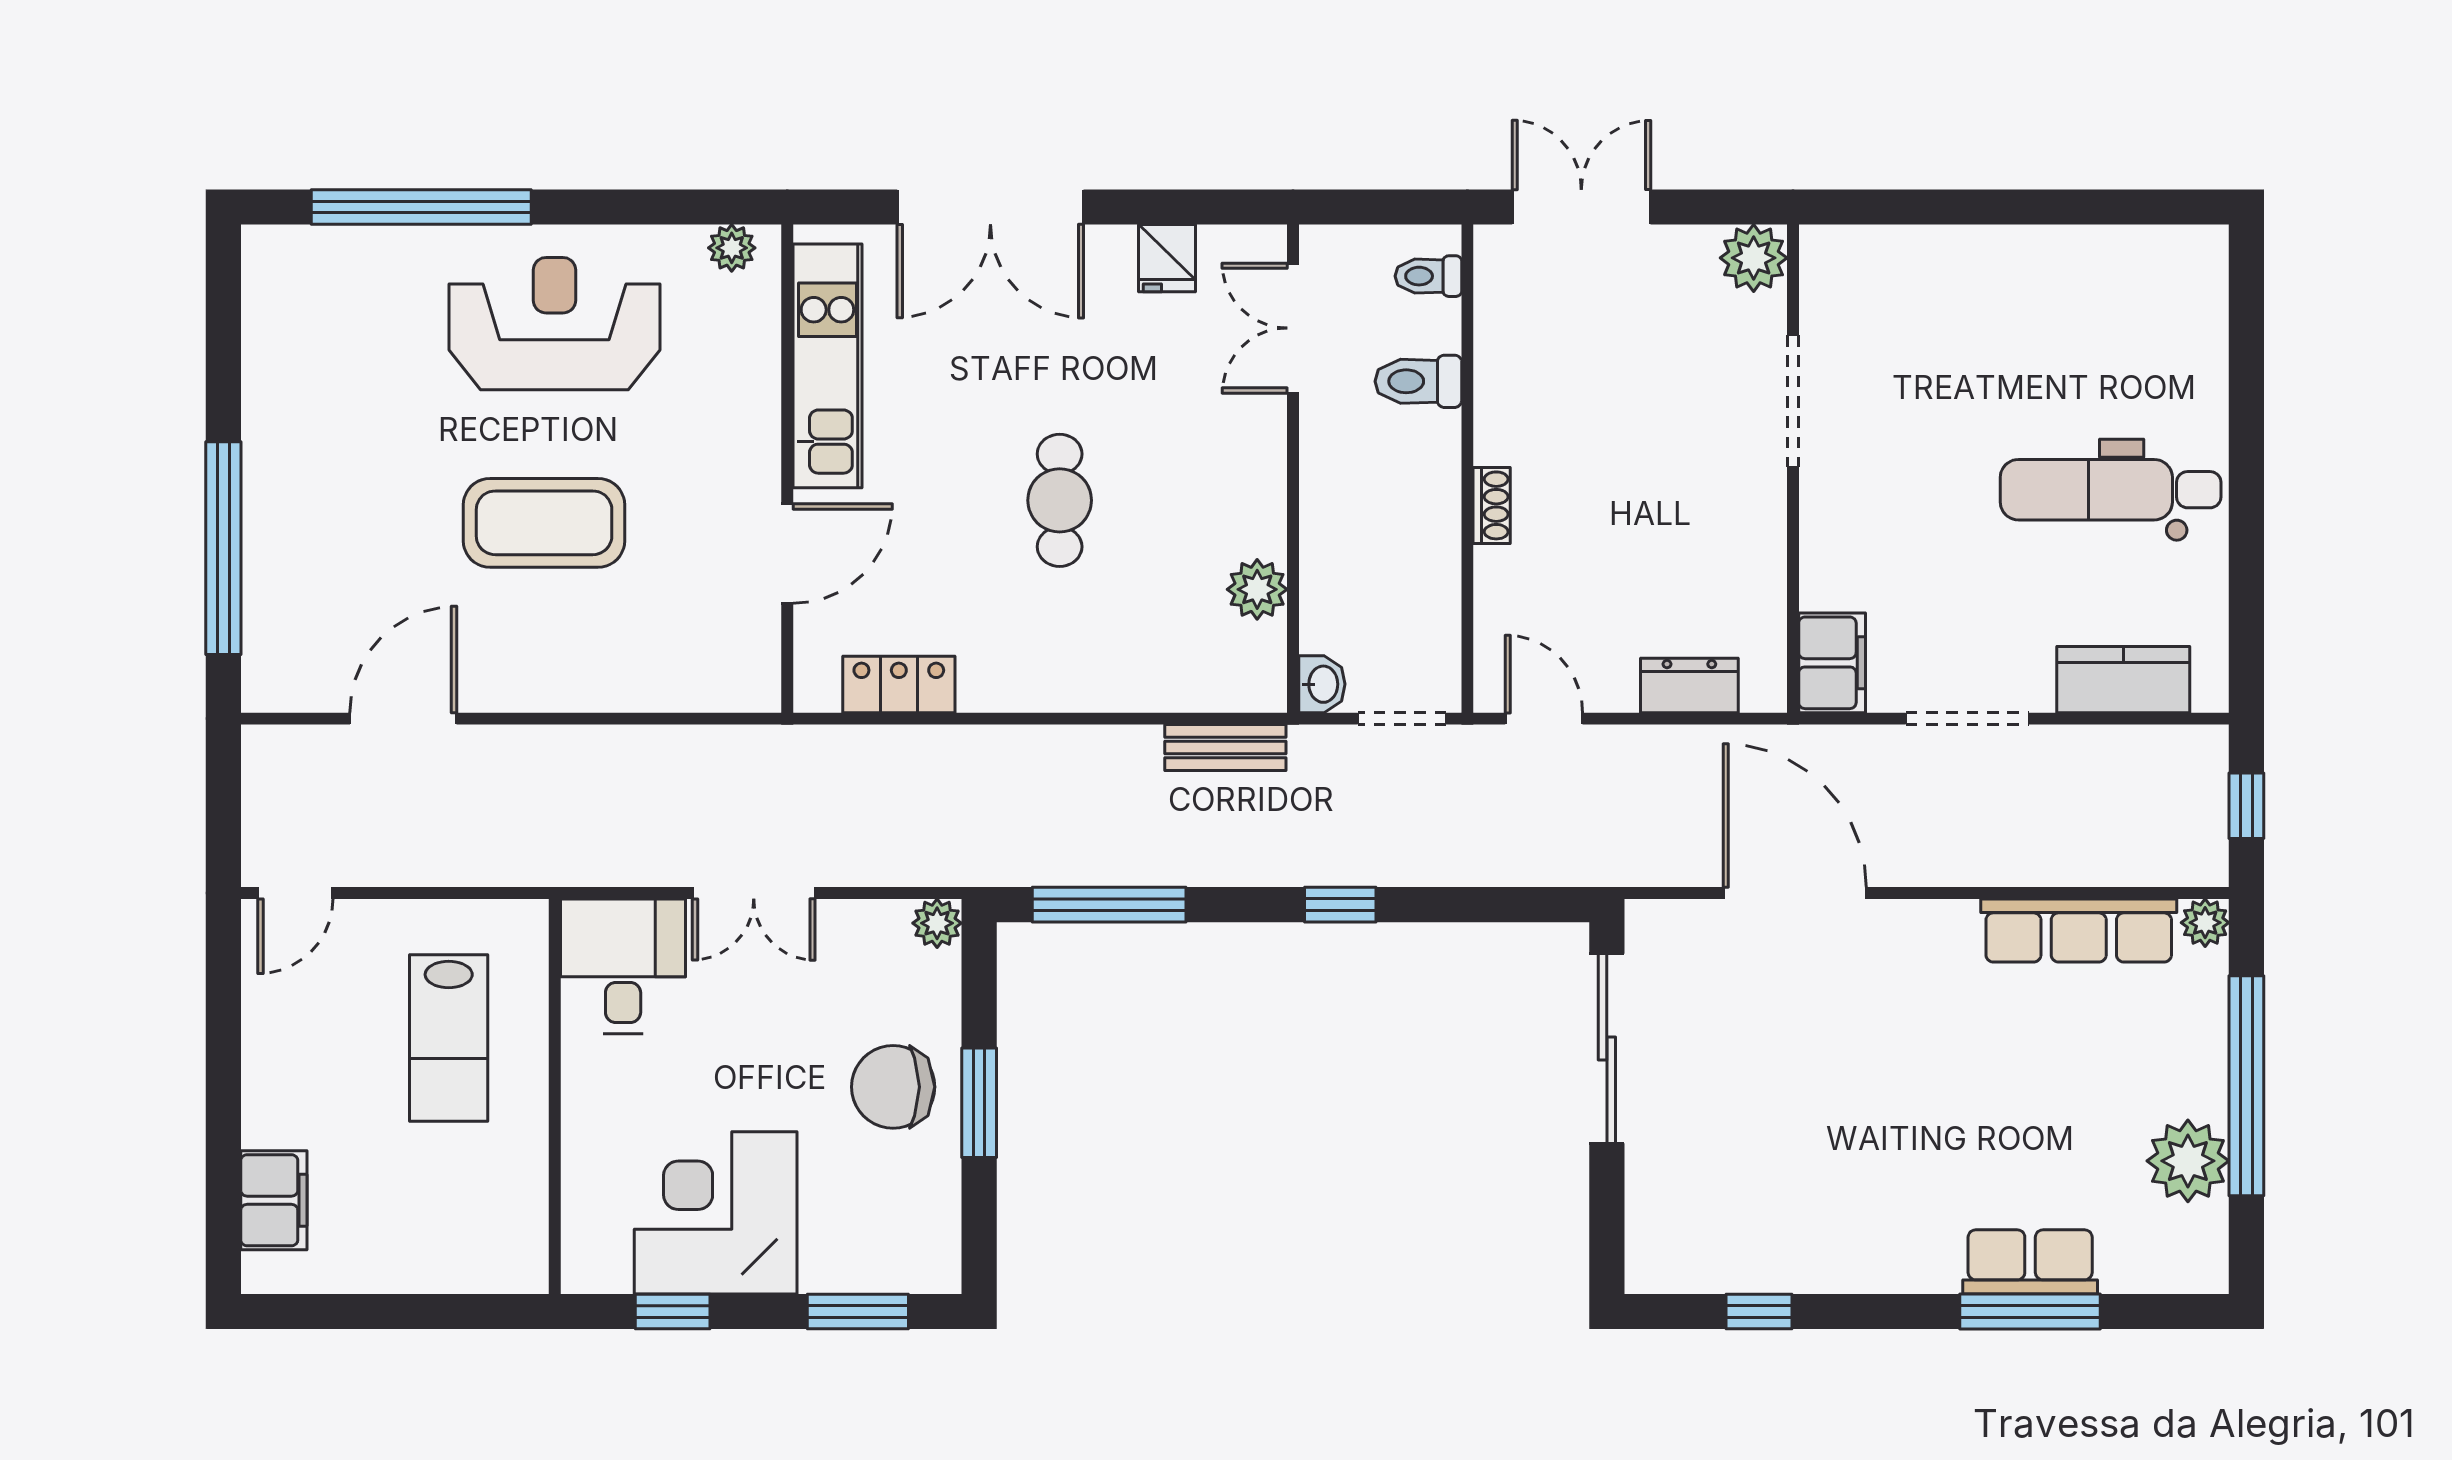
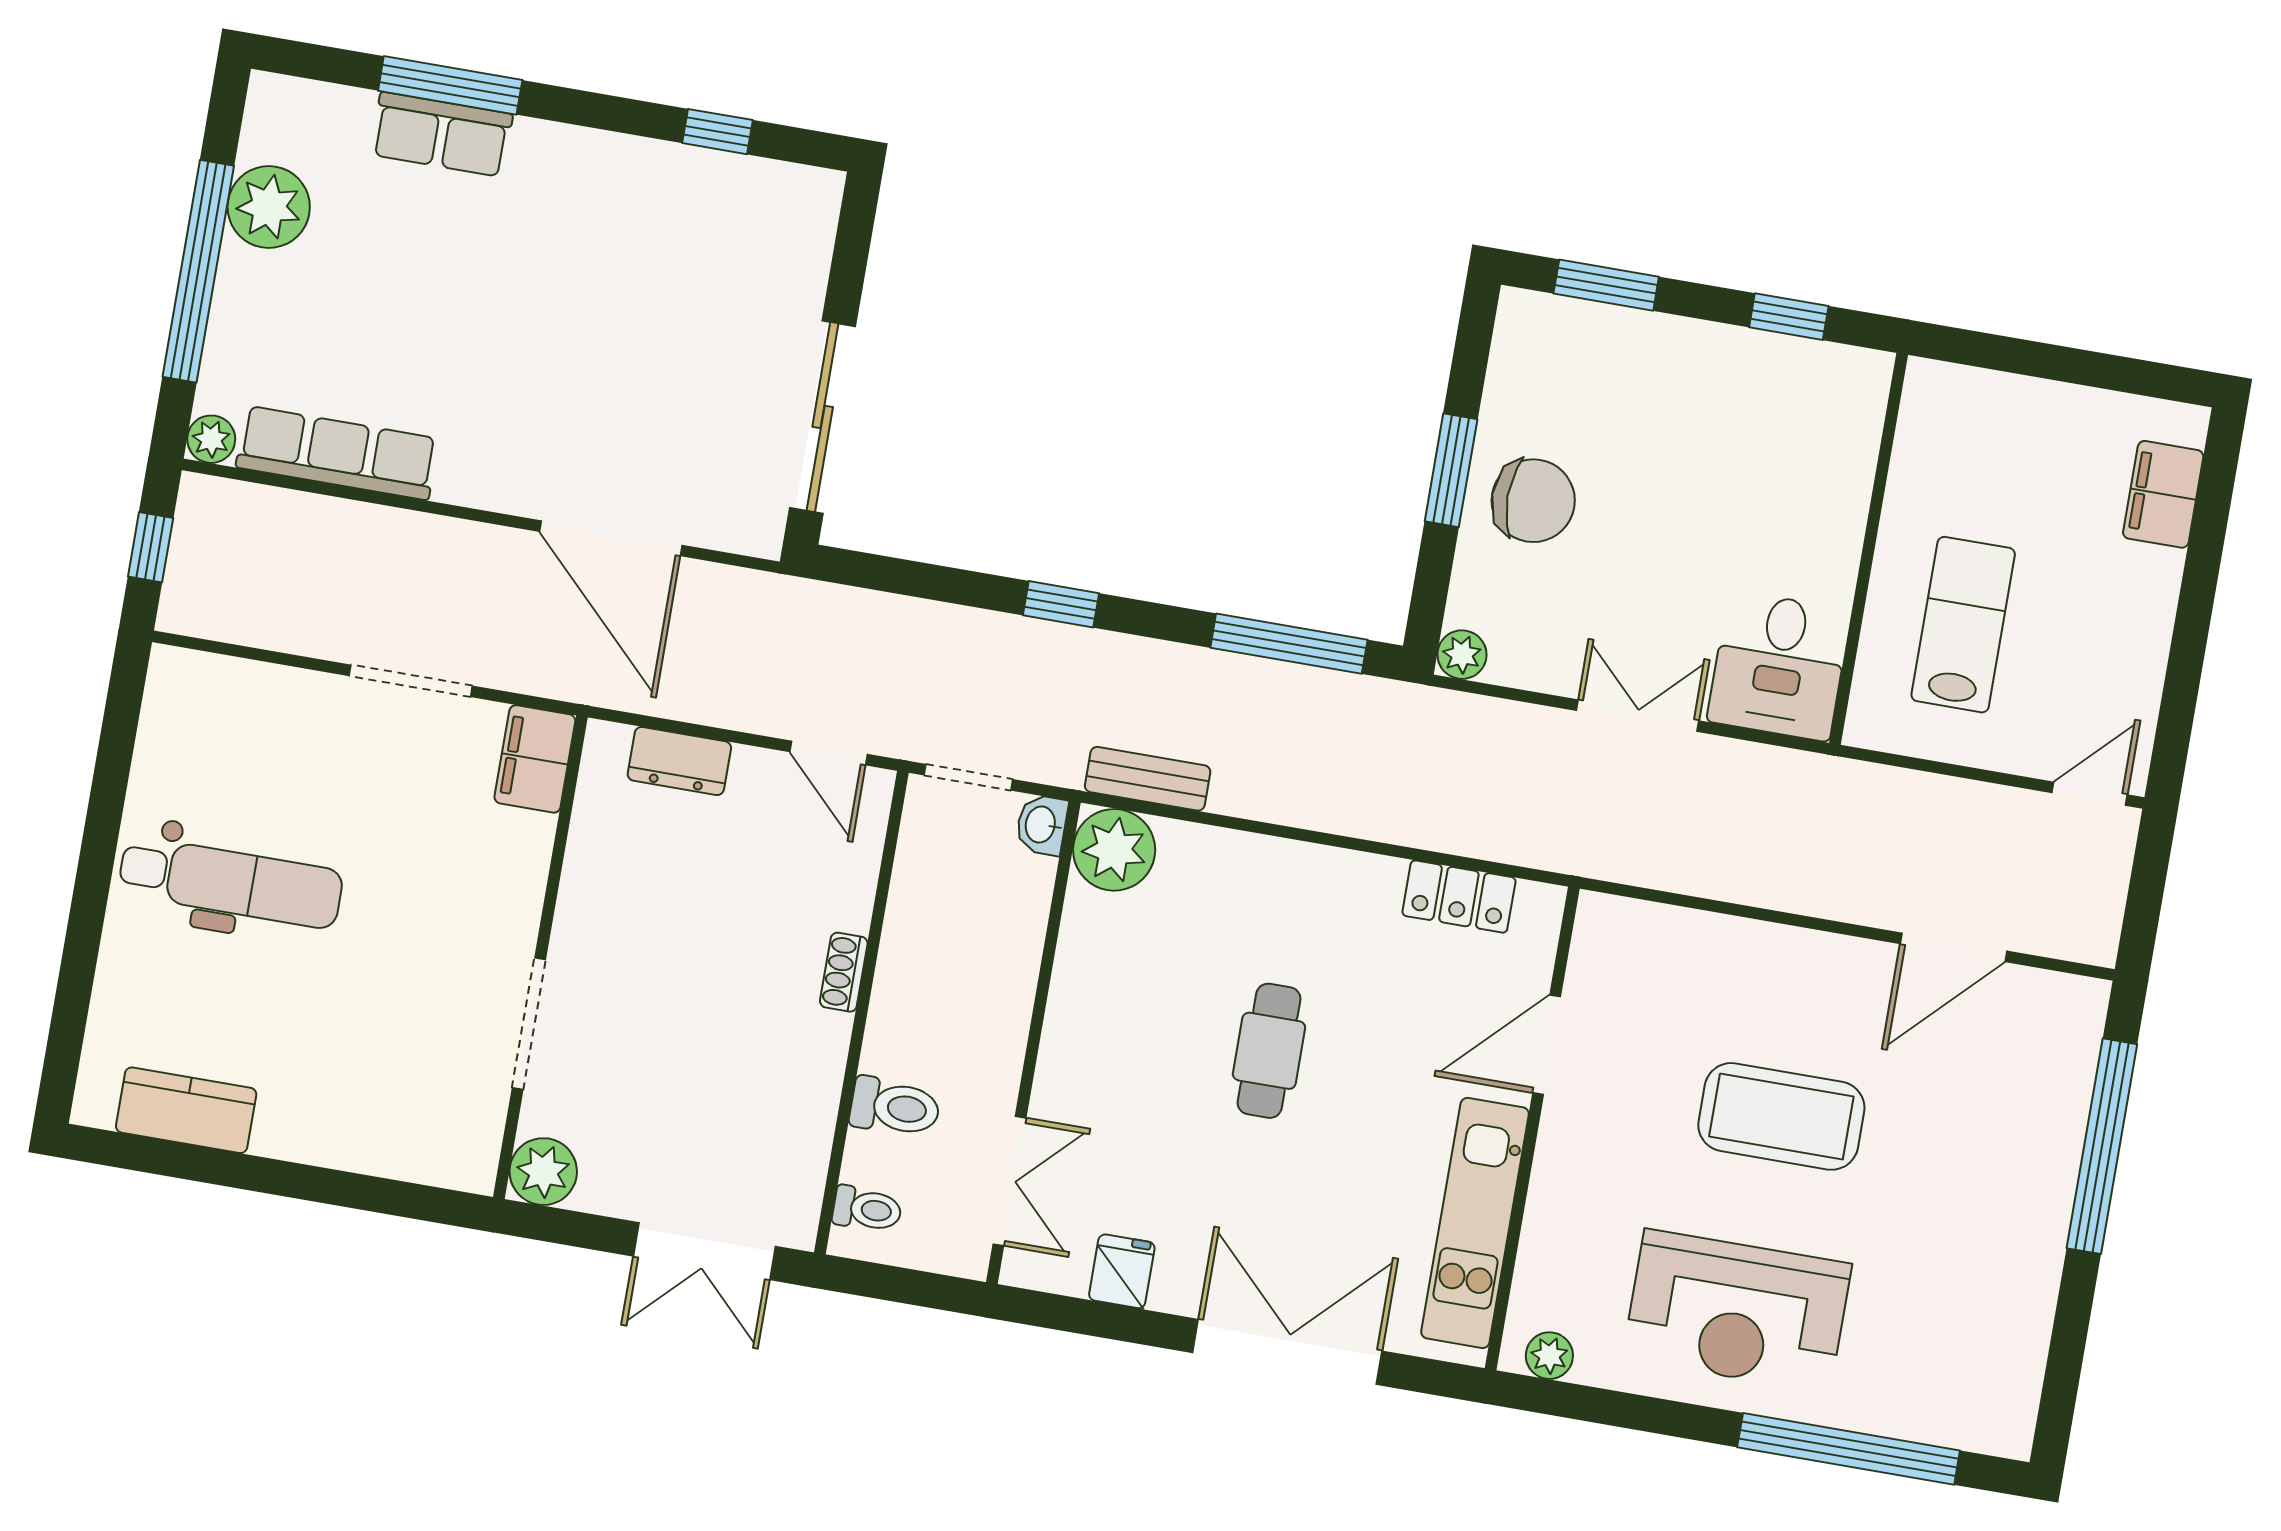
plant: (1257, 589) -> (1114, 850), moved, width x1.36, depth x1.36
kitchen counter: (2123, 680) -> (186, 1110), moved, turned 180
corner desk: (716, 1213) -> (1730, 407), removed

